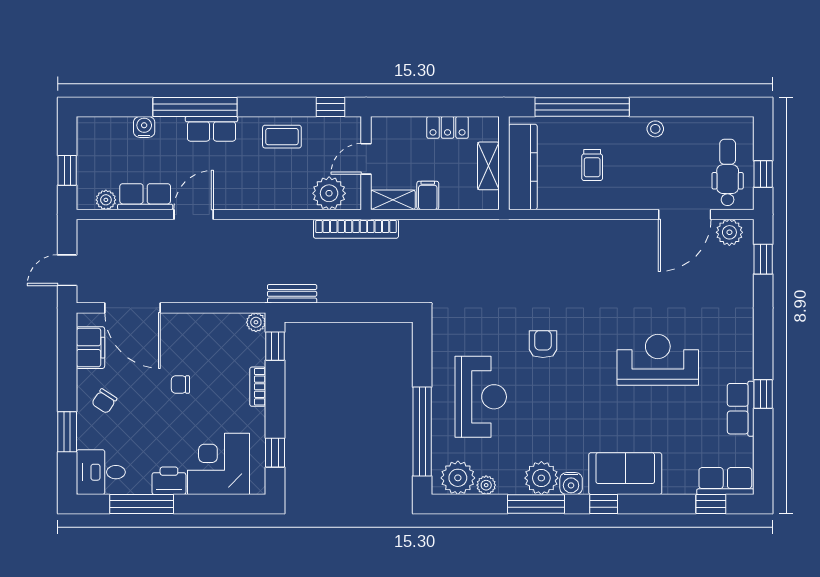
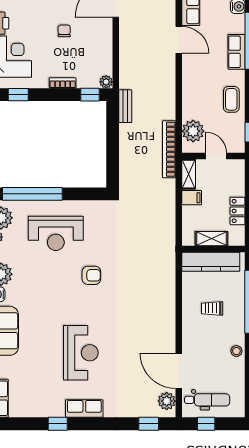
row of seats: (741, 409) -> (84, 409), moved

